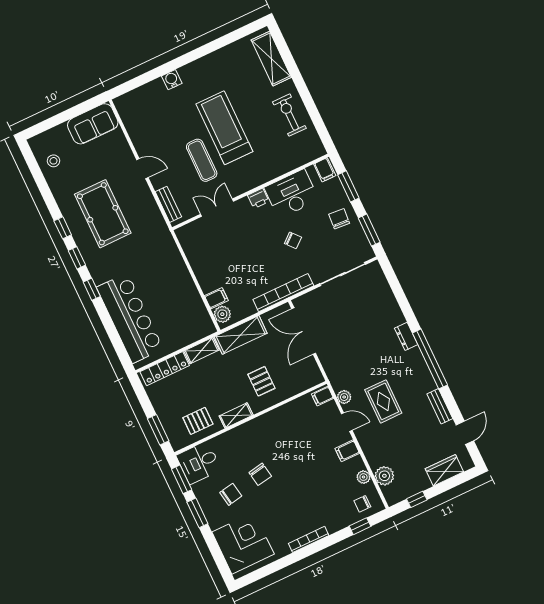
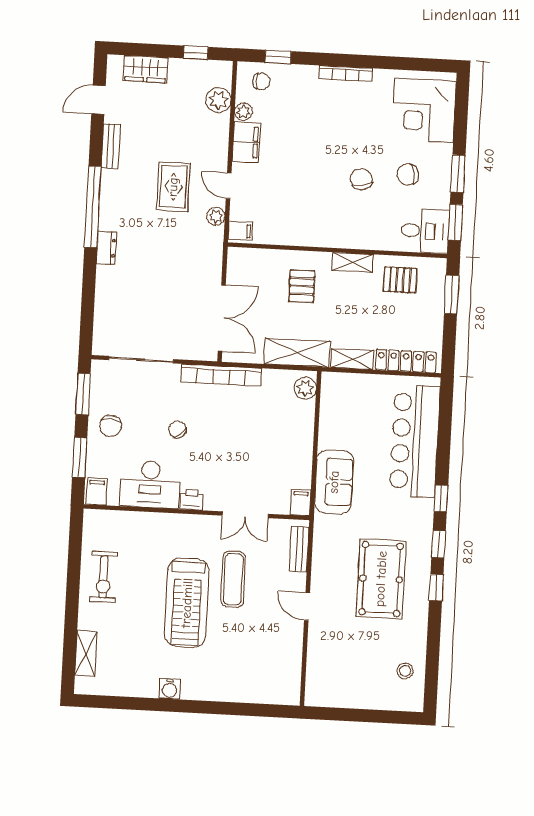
shelving: (271, 59) -> (86, 653), width x0.67, depth x0.75
water cooler: (172, 80) -> (169, 689), moved
sofa: (93, 124) -> (334, 482), moved, turned 90
filing cabinet: (216, 298) -> (301, 503), moved, turned 90
filing cabinet: (347, 451) -> (246, 142), width x2.00

